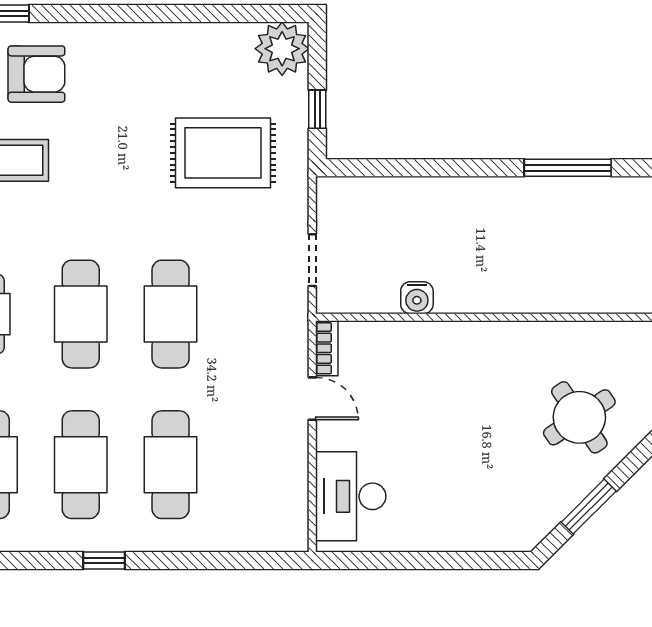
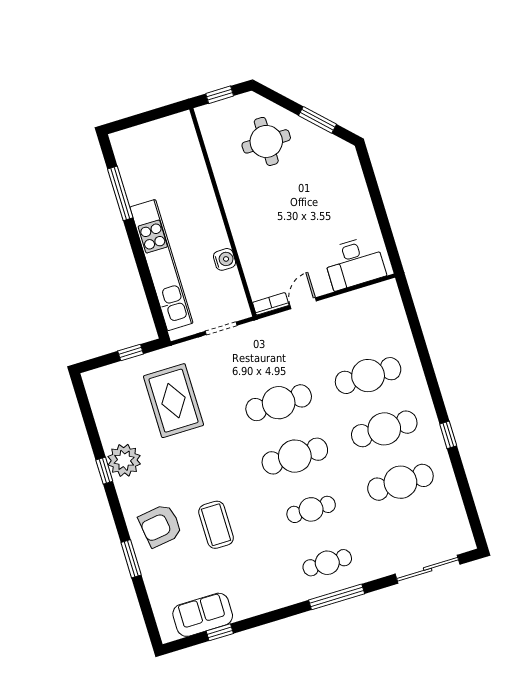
window: (148, 13) -> (104, 471), added
plant: (282, 49) -> (124, 460), moved
armchair: (36, 74) -> (160, 526), turned -98
kitchen unit: (438, 198) -> (161, 265), added
round table: (579, 417) -> (266, 141), turned 34
window: (104, 561) -> (448, 435), moved

